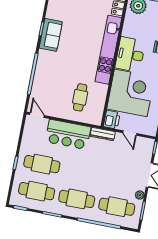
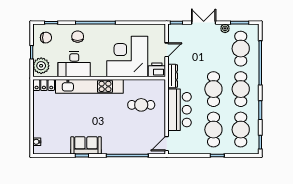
desk: (130, 55) -> (74, 64), moved
cafe table: (82, 172) -> (213, 89), added

